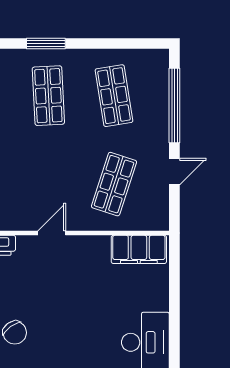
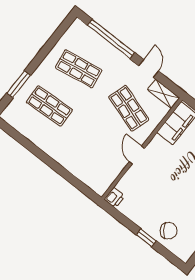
shelving: (160, 210) -> (164, 94), added
door: (52, 233) -> (137, 155), moved

